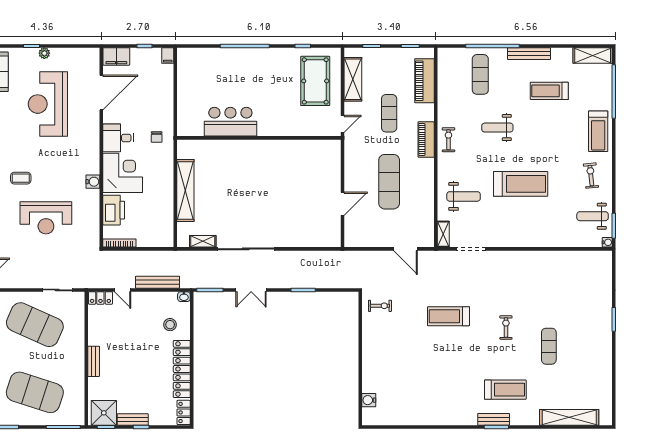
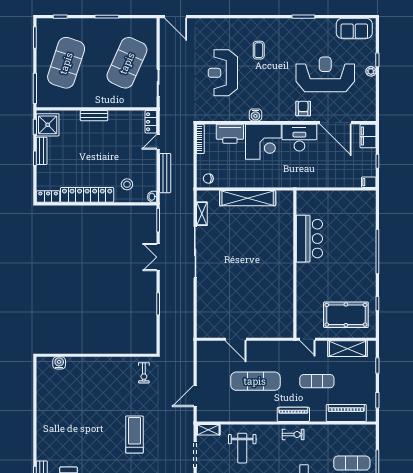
armchair: (86, 129) -> (303, 108), added
chair: (157, 137) -> (208, 179), moved
desk: (118, 138) -> (299, 138), width x1.37

